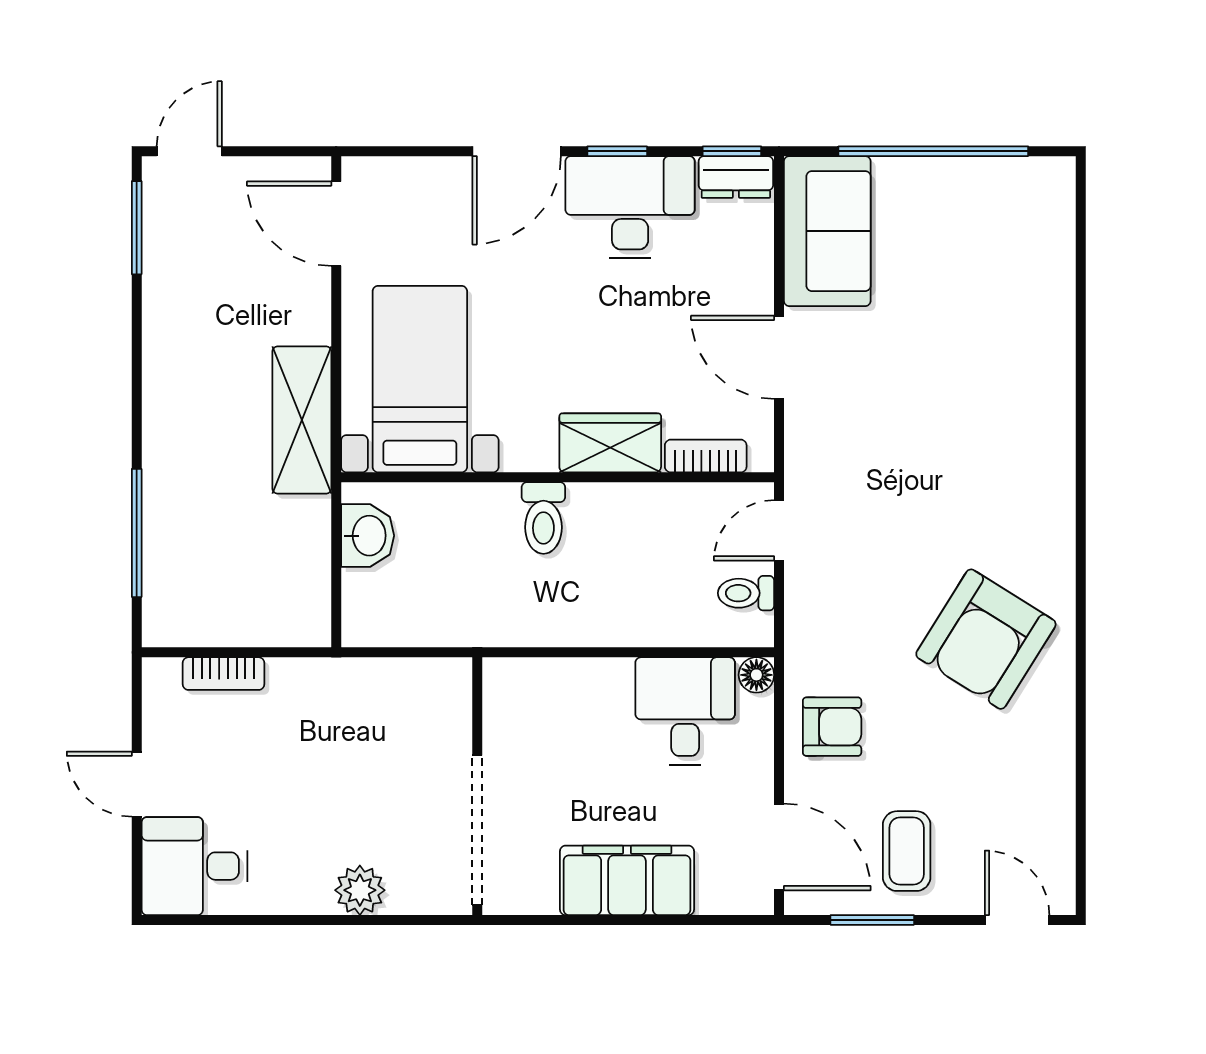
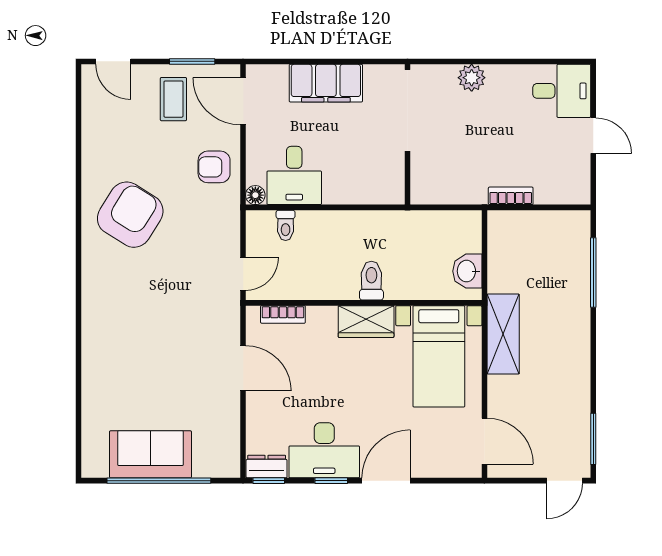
sofa: (827, 231) -> (150, 454), moved, turned 90
wardrobe: (610, 443) -> (366, 322), moved
toilet: (746, 593) -> (286, 225), moved, turned 90
bookcase: (223, 674) -> (511, 196), moved

